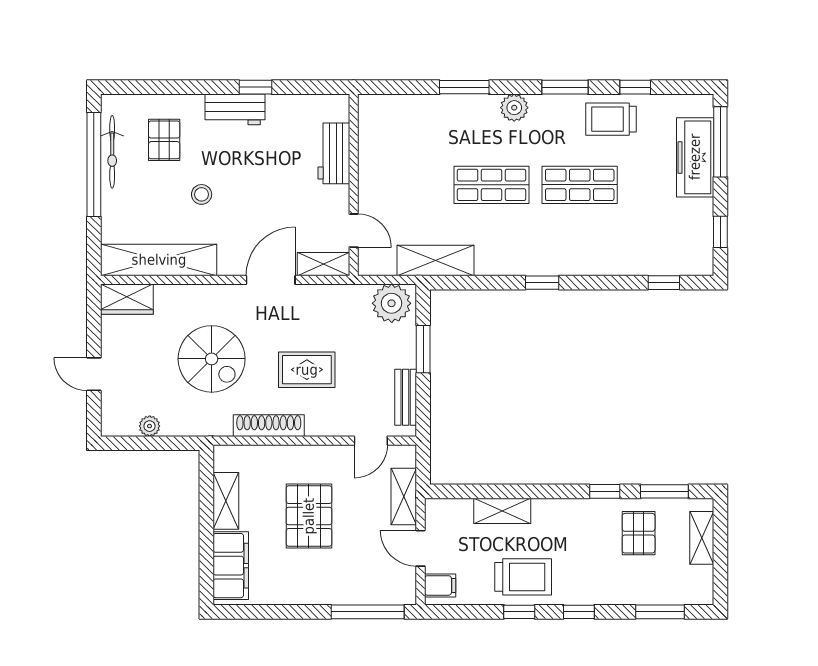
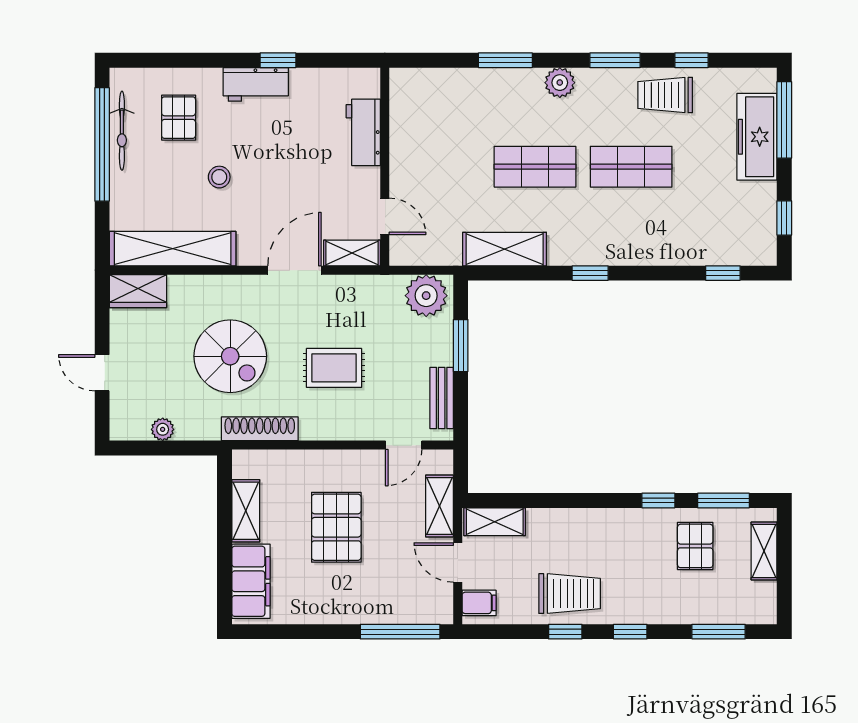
shelving: (436, 261) -> (505, 249), moved
shoe rack: (269, 426) -> (260, 429), moved
shelving: (502, 511) -> (495, 522), moved

